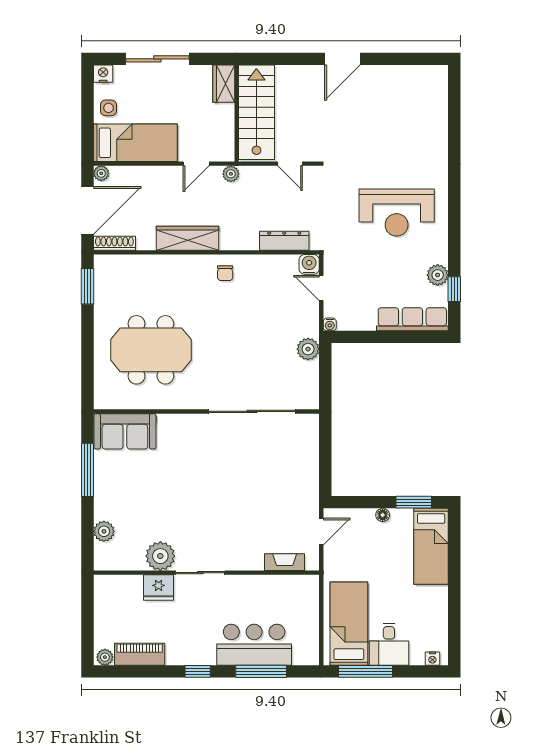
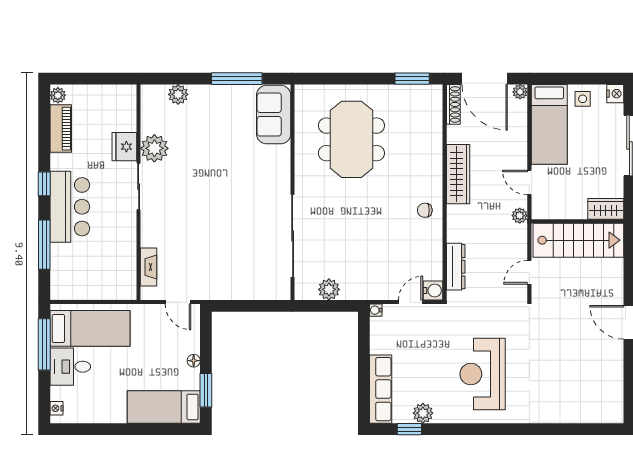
plant: (308, 349) -> (329, 289), moved
bar counter: (254, 645) -> (70, 207), moved

